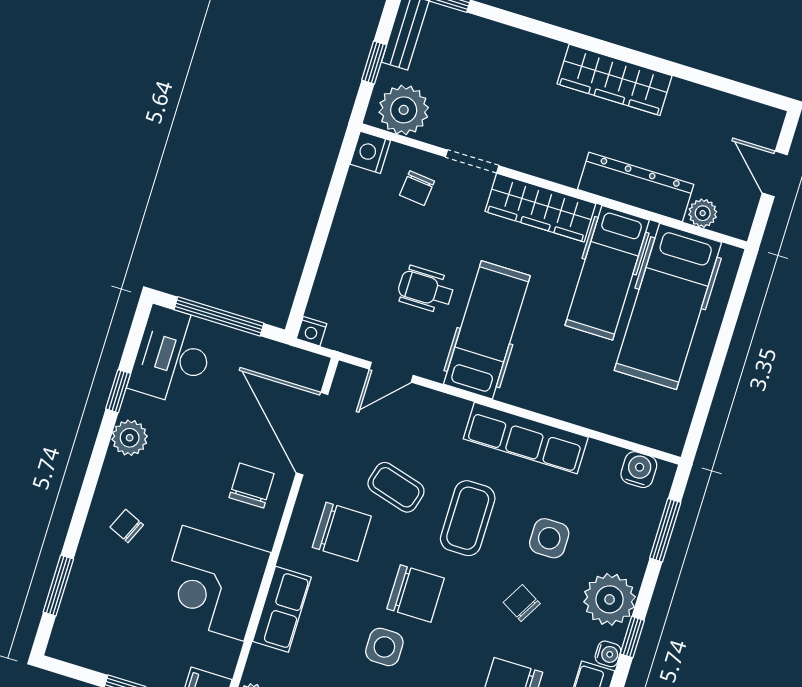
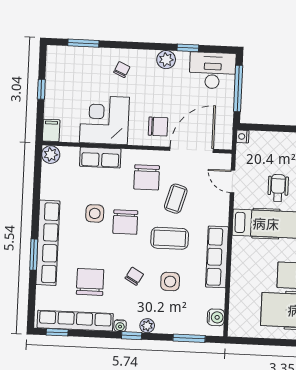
plant: (610, 599) -> (147, 326), width x0.53, depth x0.53

